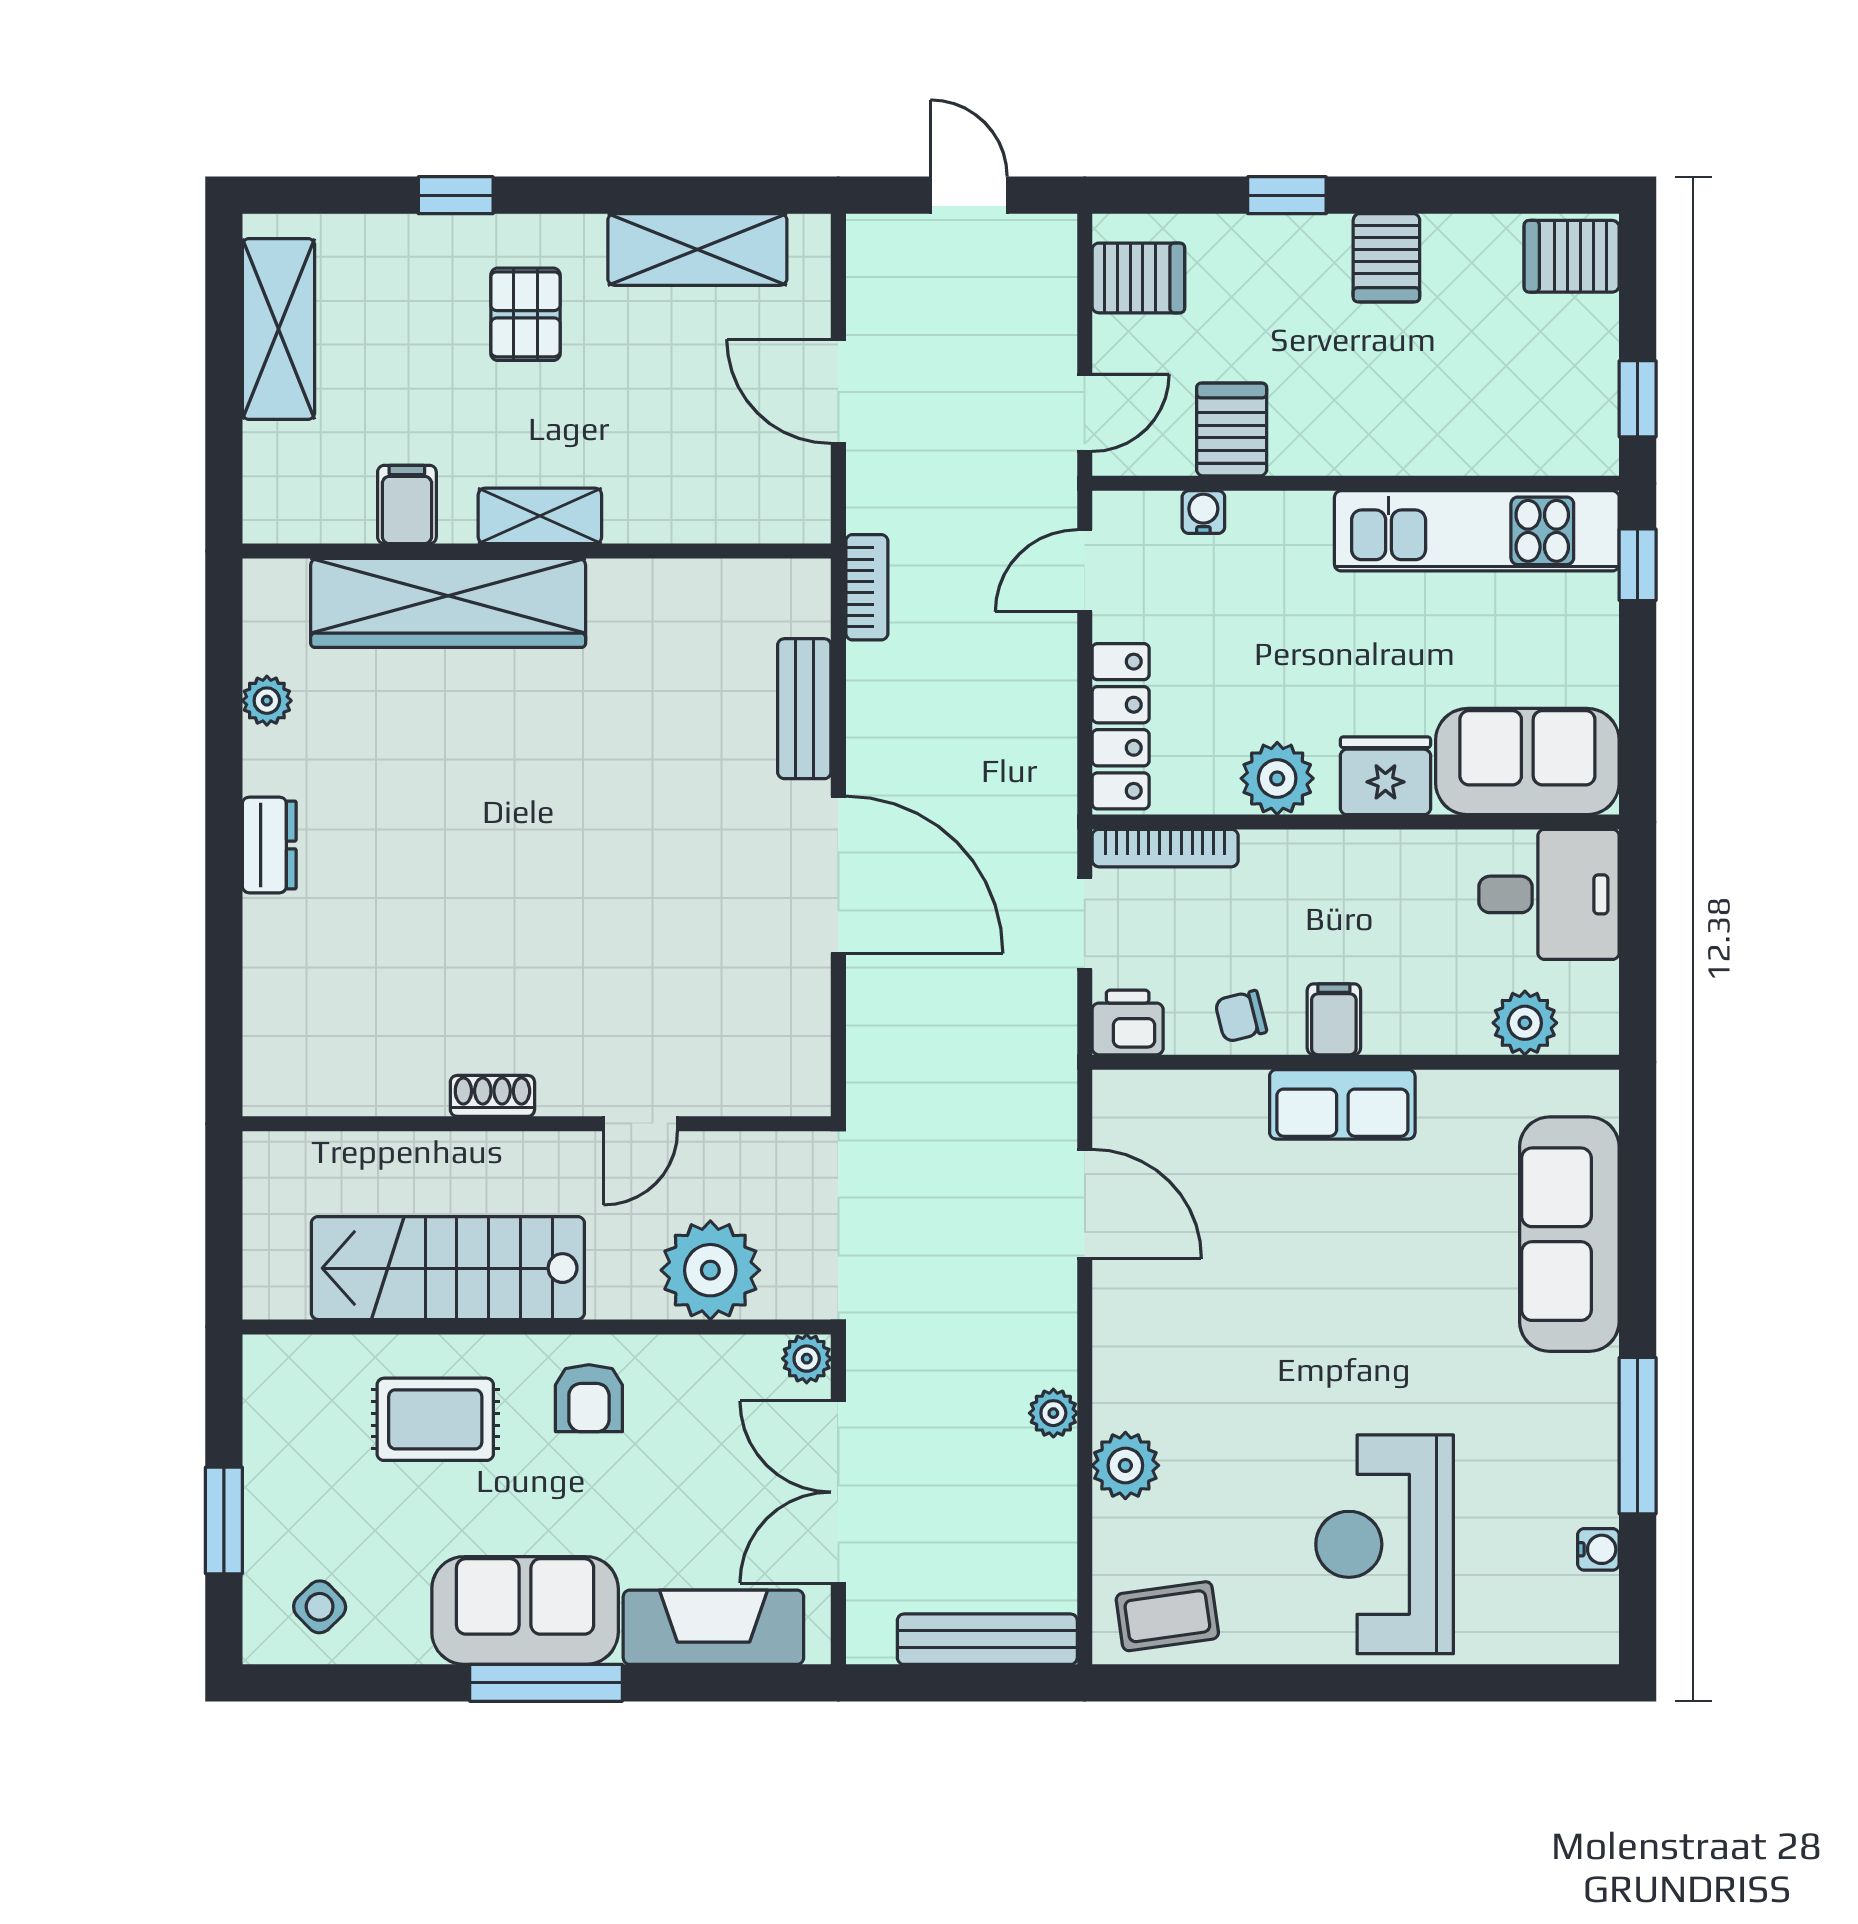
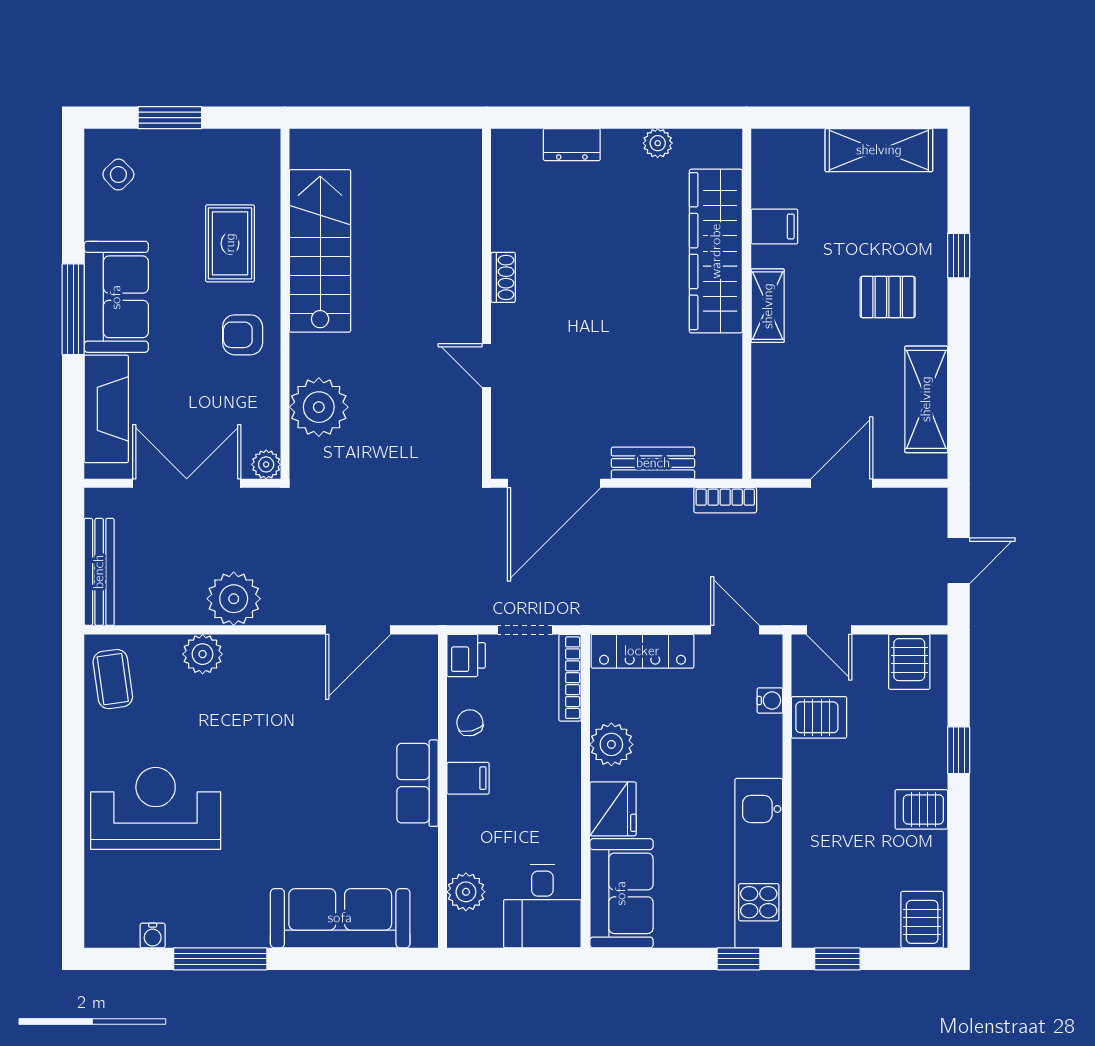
shoe rack: (492, 1096) -> (503, 277), moved
wall: (537, 1124) -> (487, 304), moved
door: (641, 1124) -> (487, 366), moved
plant: (1053, 1413) -> (234, 599), width x1.87, depth x1.87

